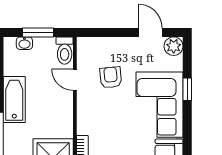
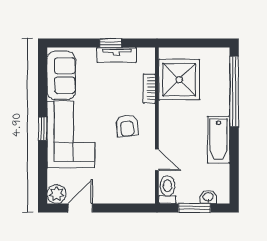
door: (150, 32) -> (80, 208), swing flipped
armchair: (111, 77) -> (127, 126), moved
window: (187, 89) -> (43, 129), moved

